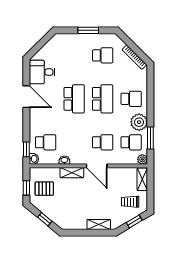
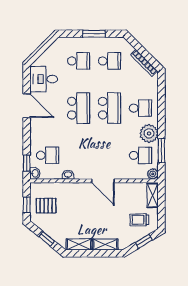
school desk: (103, 142) -> (79, 61), moved
shelving: (72, 173) -> (79, 244), moved

